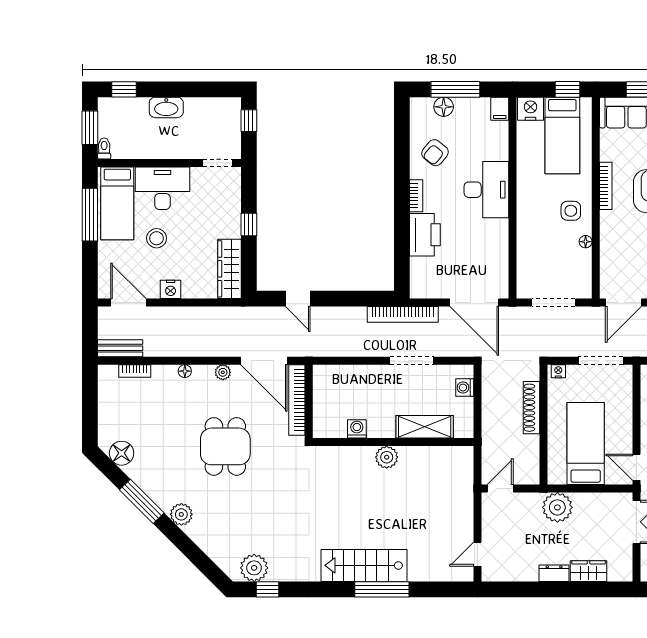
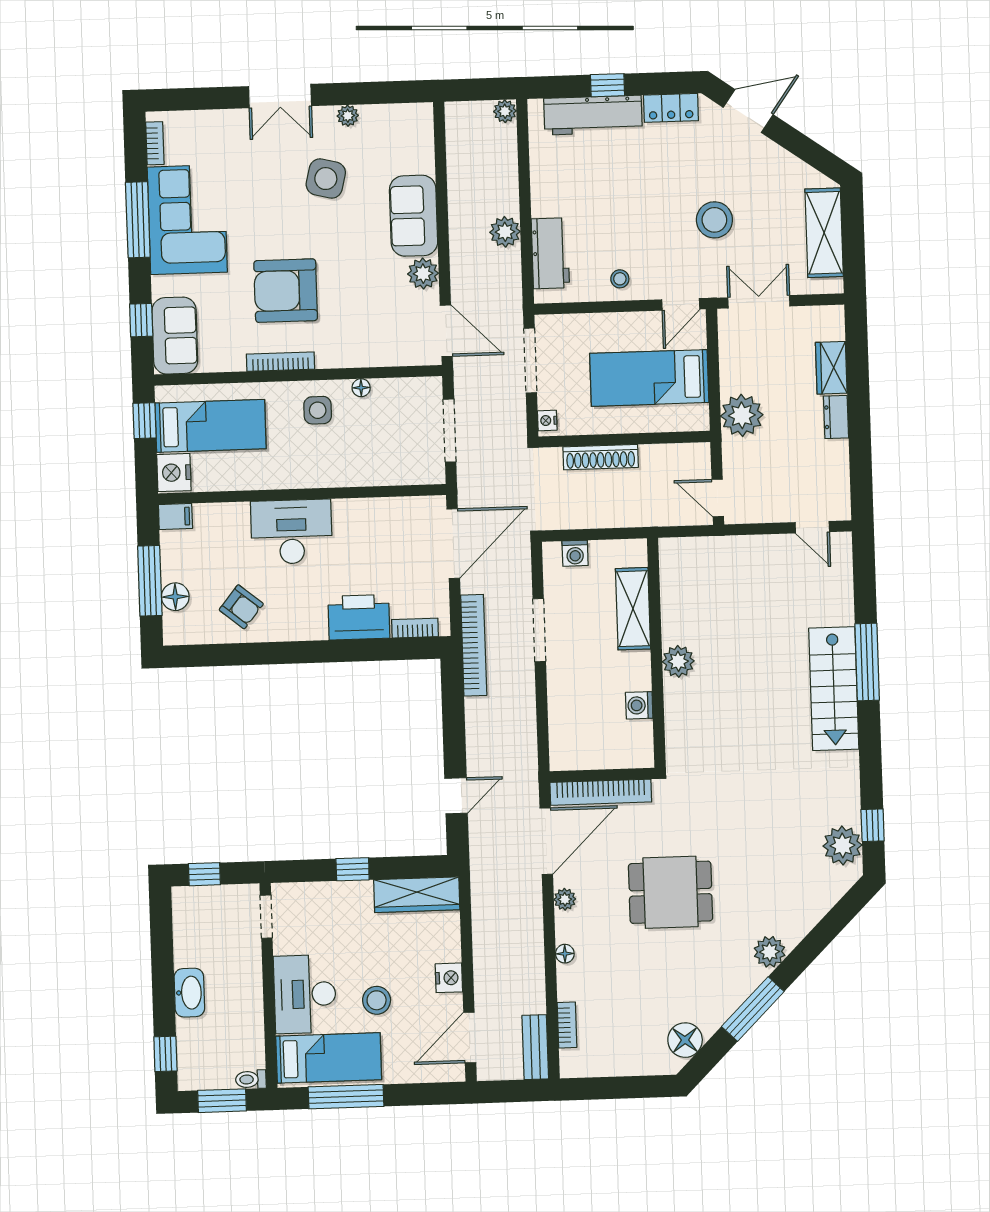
bookcase: (416, 196) -> (415, 628), moved

